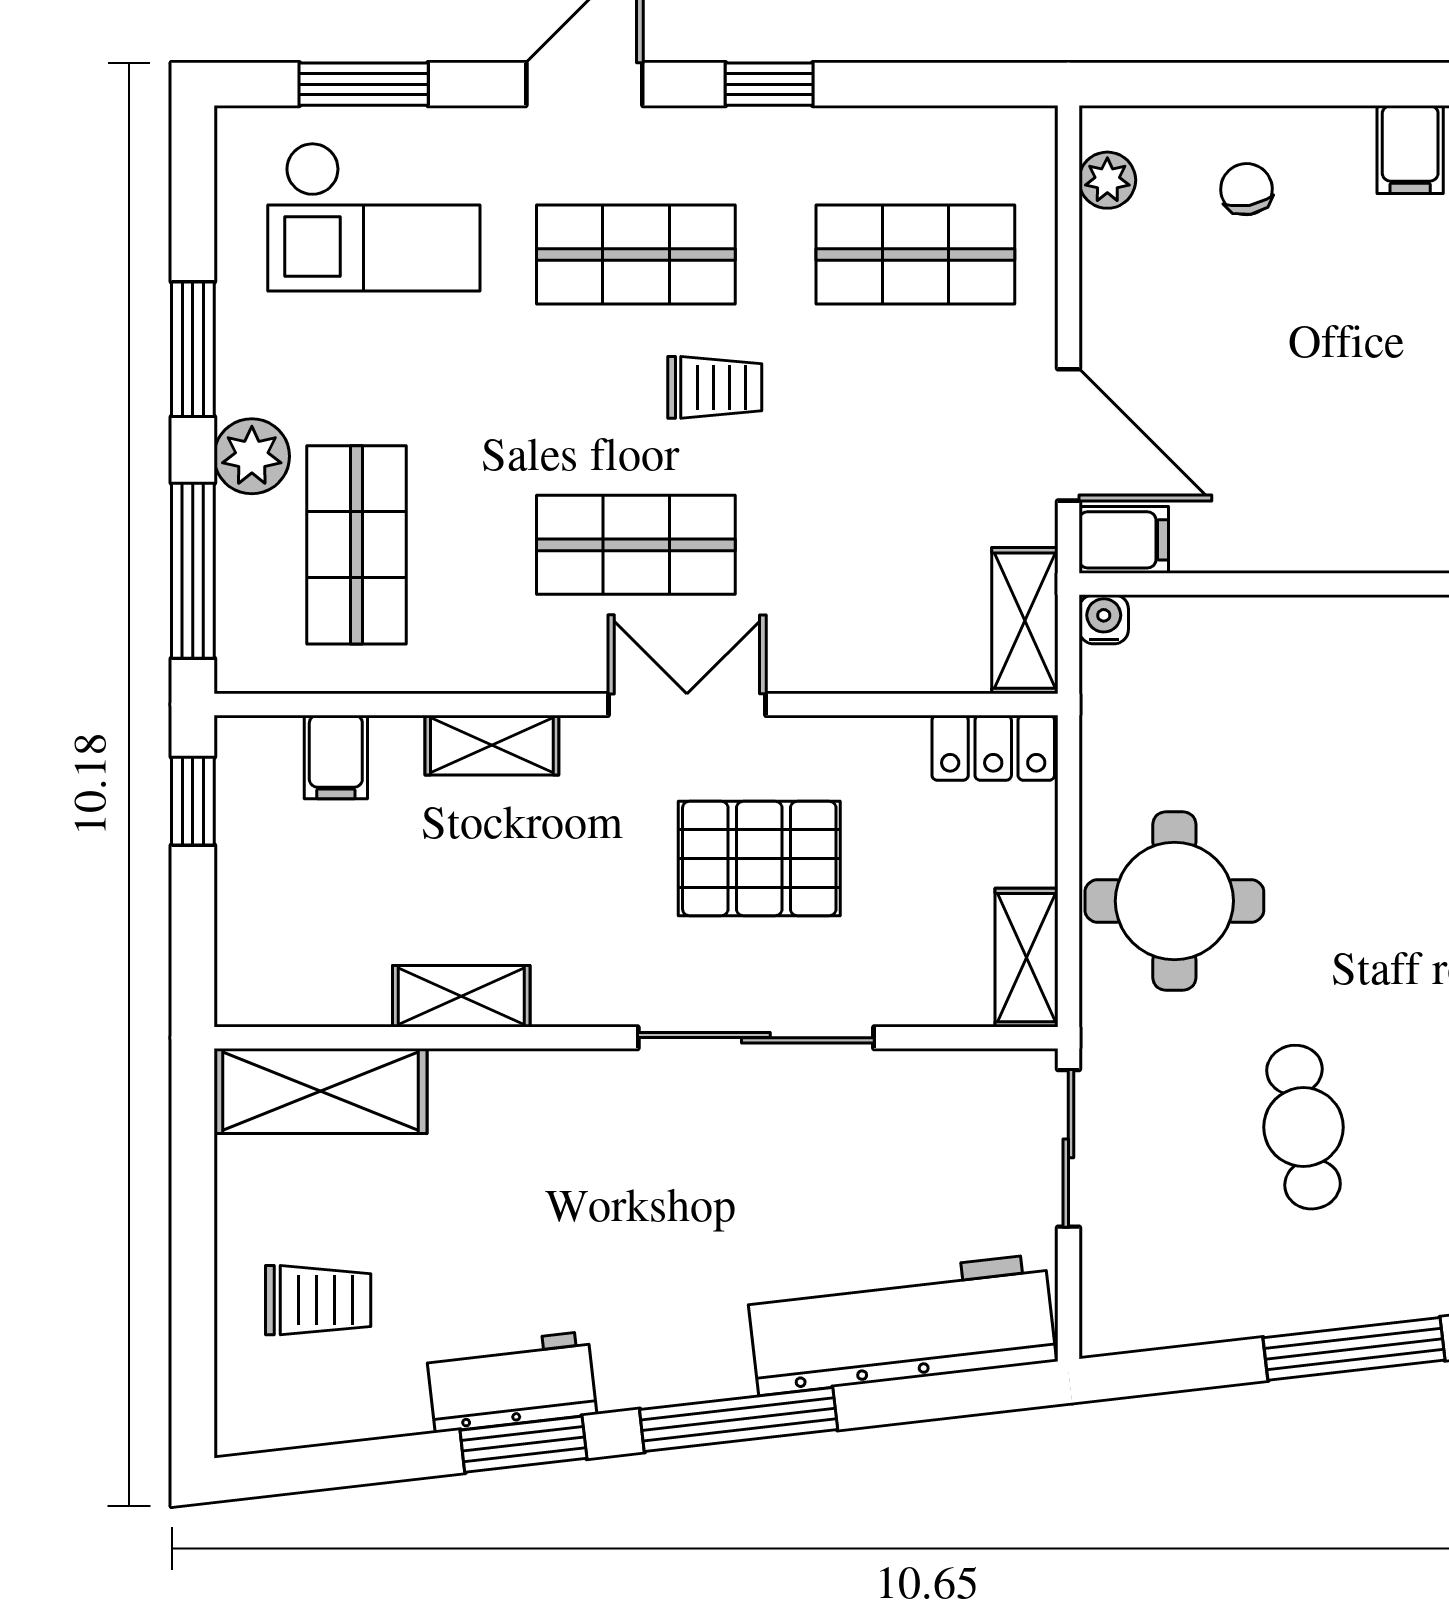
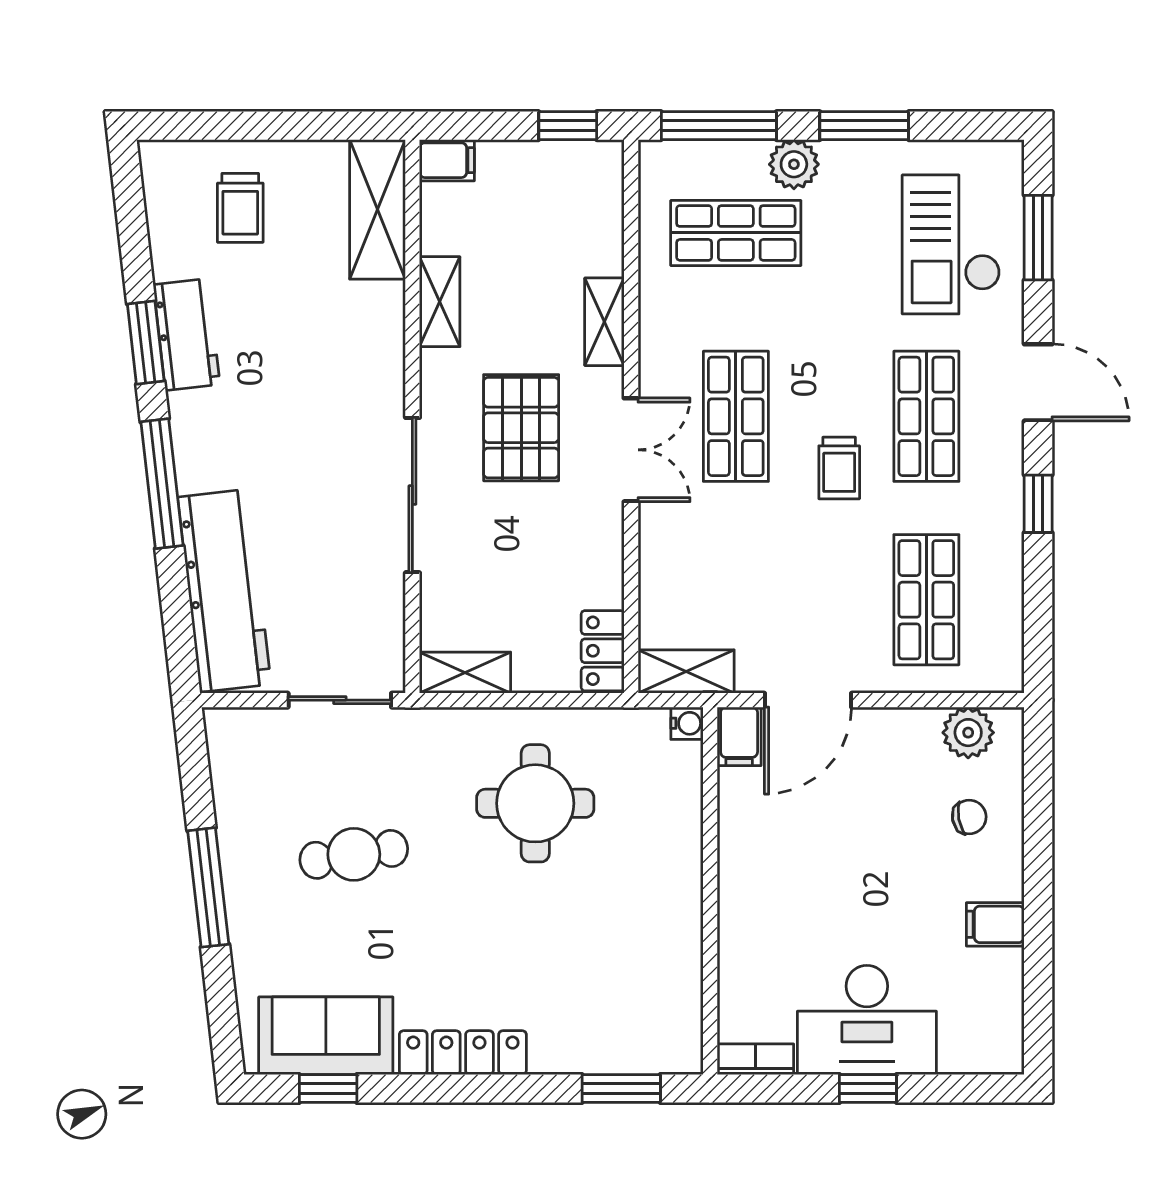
plant: (1107, 180) -> (968, 733), width x1.38, depth x1.38
filing cabinet: (336, 757) -> (447, 160), moved, turned 180
pallet: (759, 858) -> (521, 428), moved
round table: (1174, 901) -> (535, 803), moved

